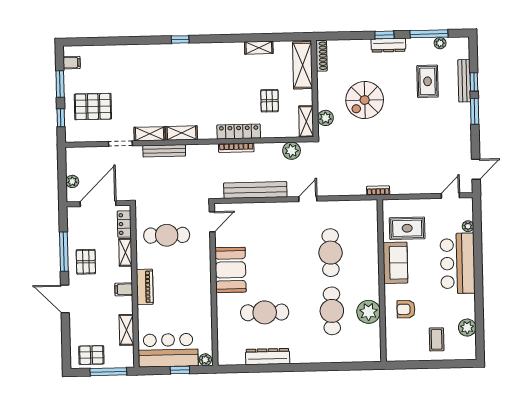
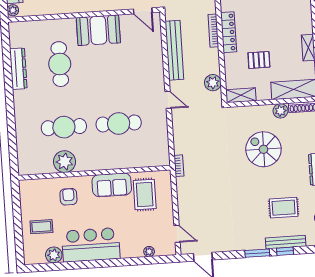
plant: (325, 118) -> (281, 111), moved
bar counter: (458, 263) -> (91, 245), moved

